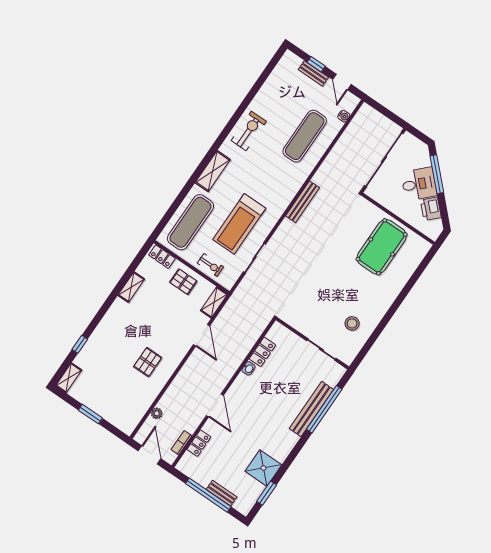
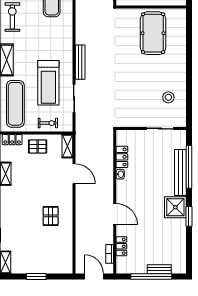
bench: (302, 202) -> (80, 62), moved
plant: (157, 413) -> (80, 246), removed
shower: (263, 468) -> (175, 207), moved
window: (267, 493) -> (189, 216), moved

